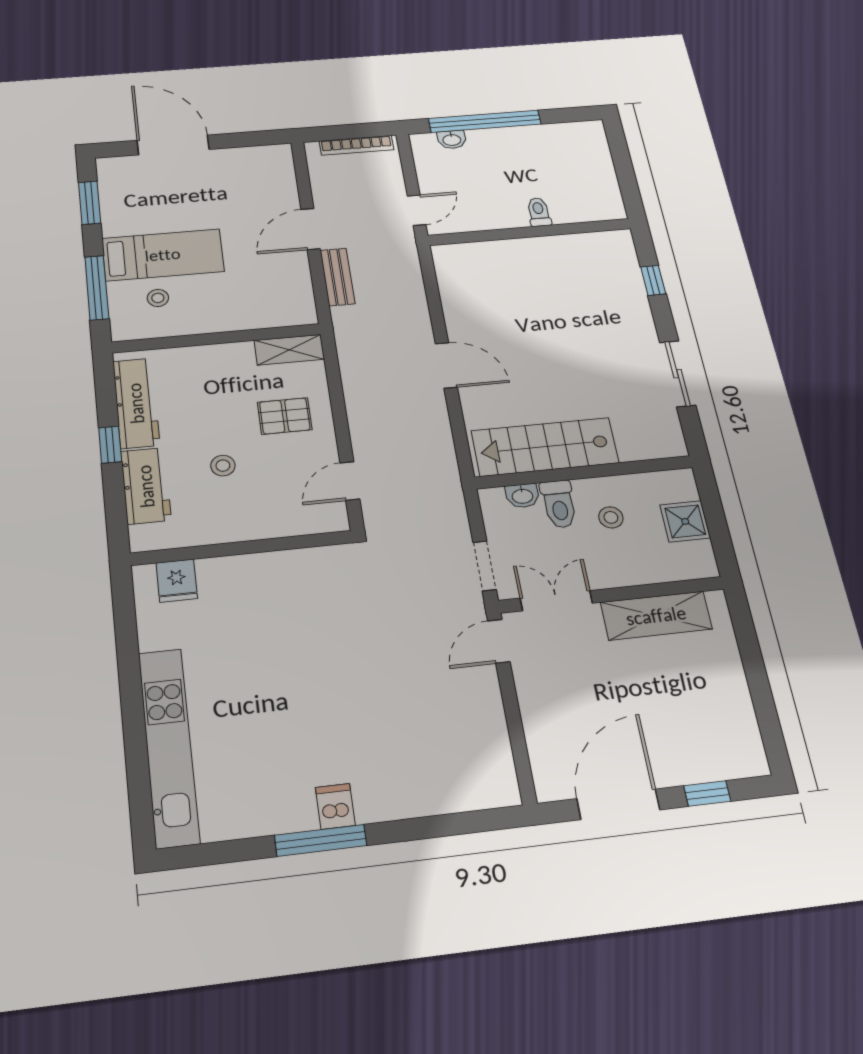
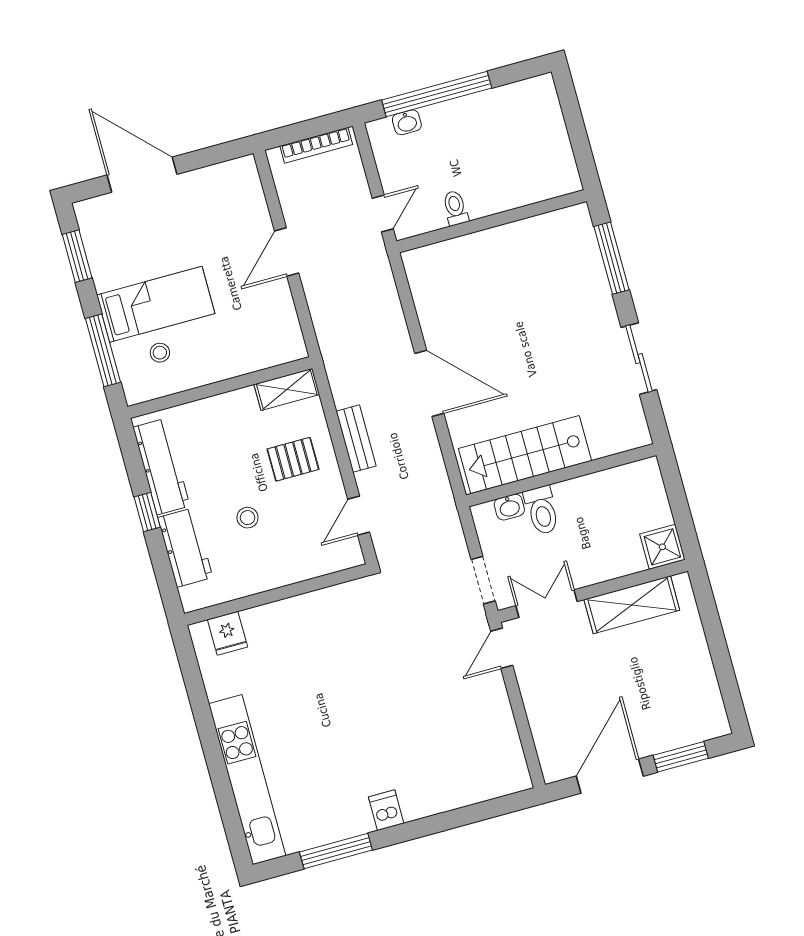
toilet: (539, 212) -> (455, 208), moved
bench: (337, 277) -> (356, 439), moved
window: (653, 280) -> (611, 258), width x2.17
door: (446, 365) -> (429, 383), width x1.36
stool: (611, 517) -> (588, 517), removed
shower: (685, 521) -> (662, 547), moved
window: (707, 793) -> (681, 757), width x1.50
window: (321, 840) -> (336, 851), moved

